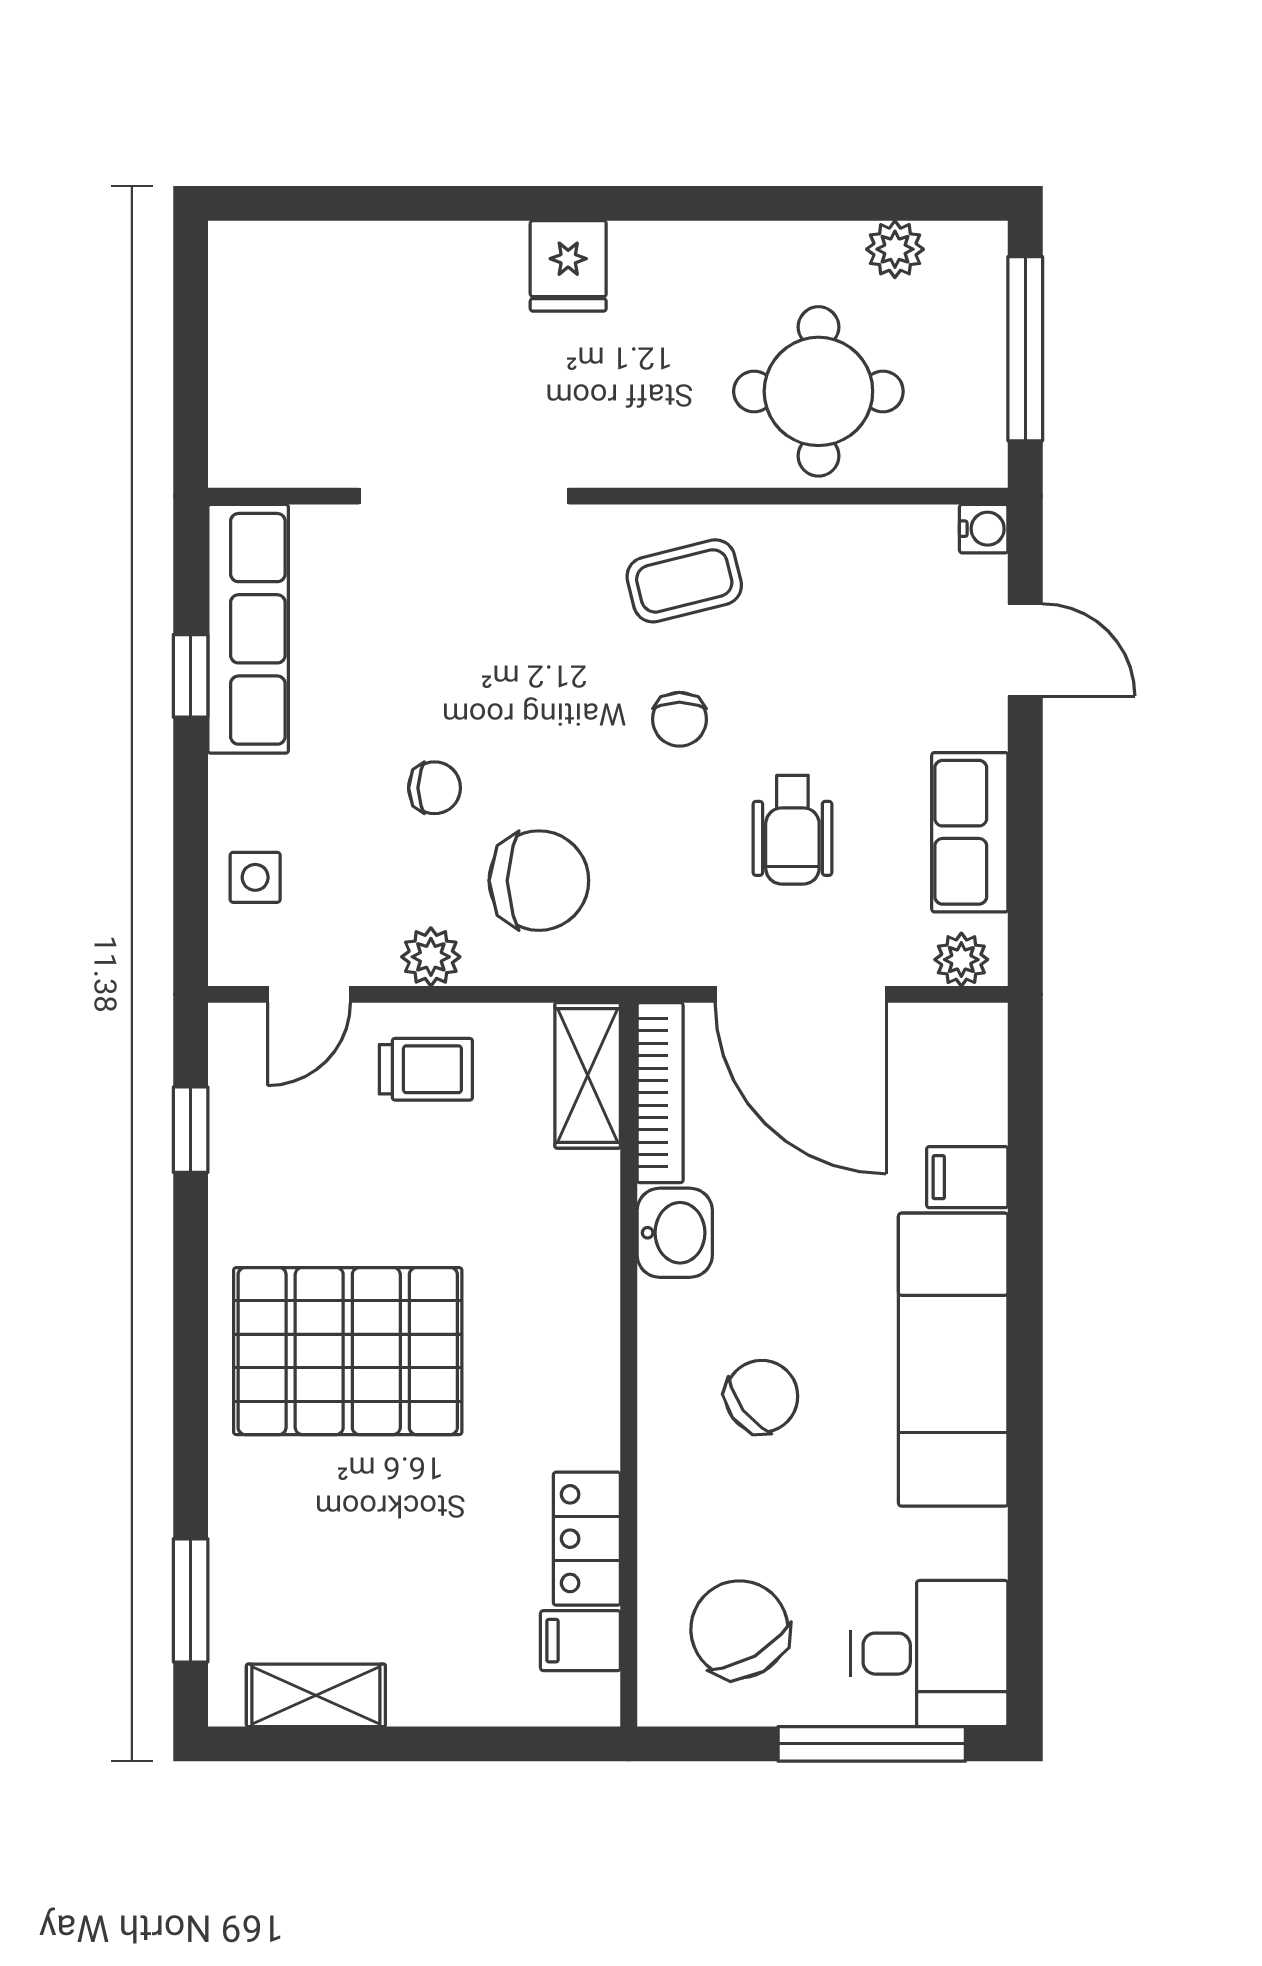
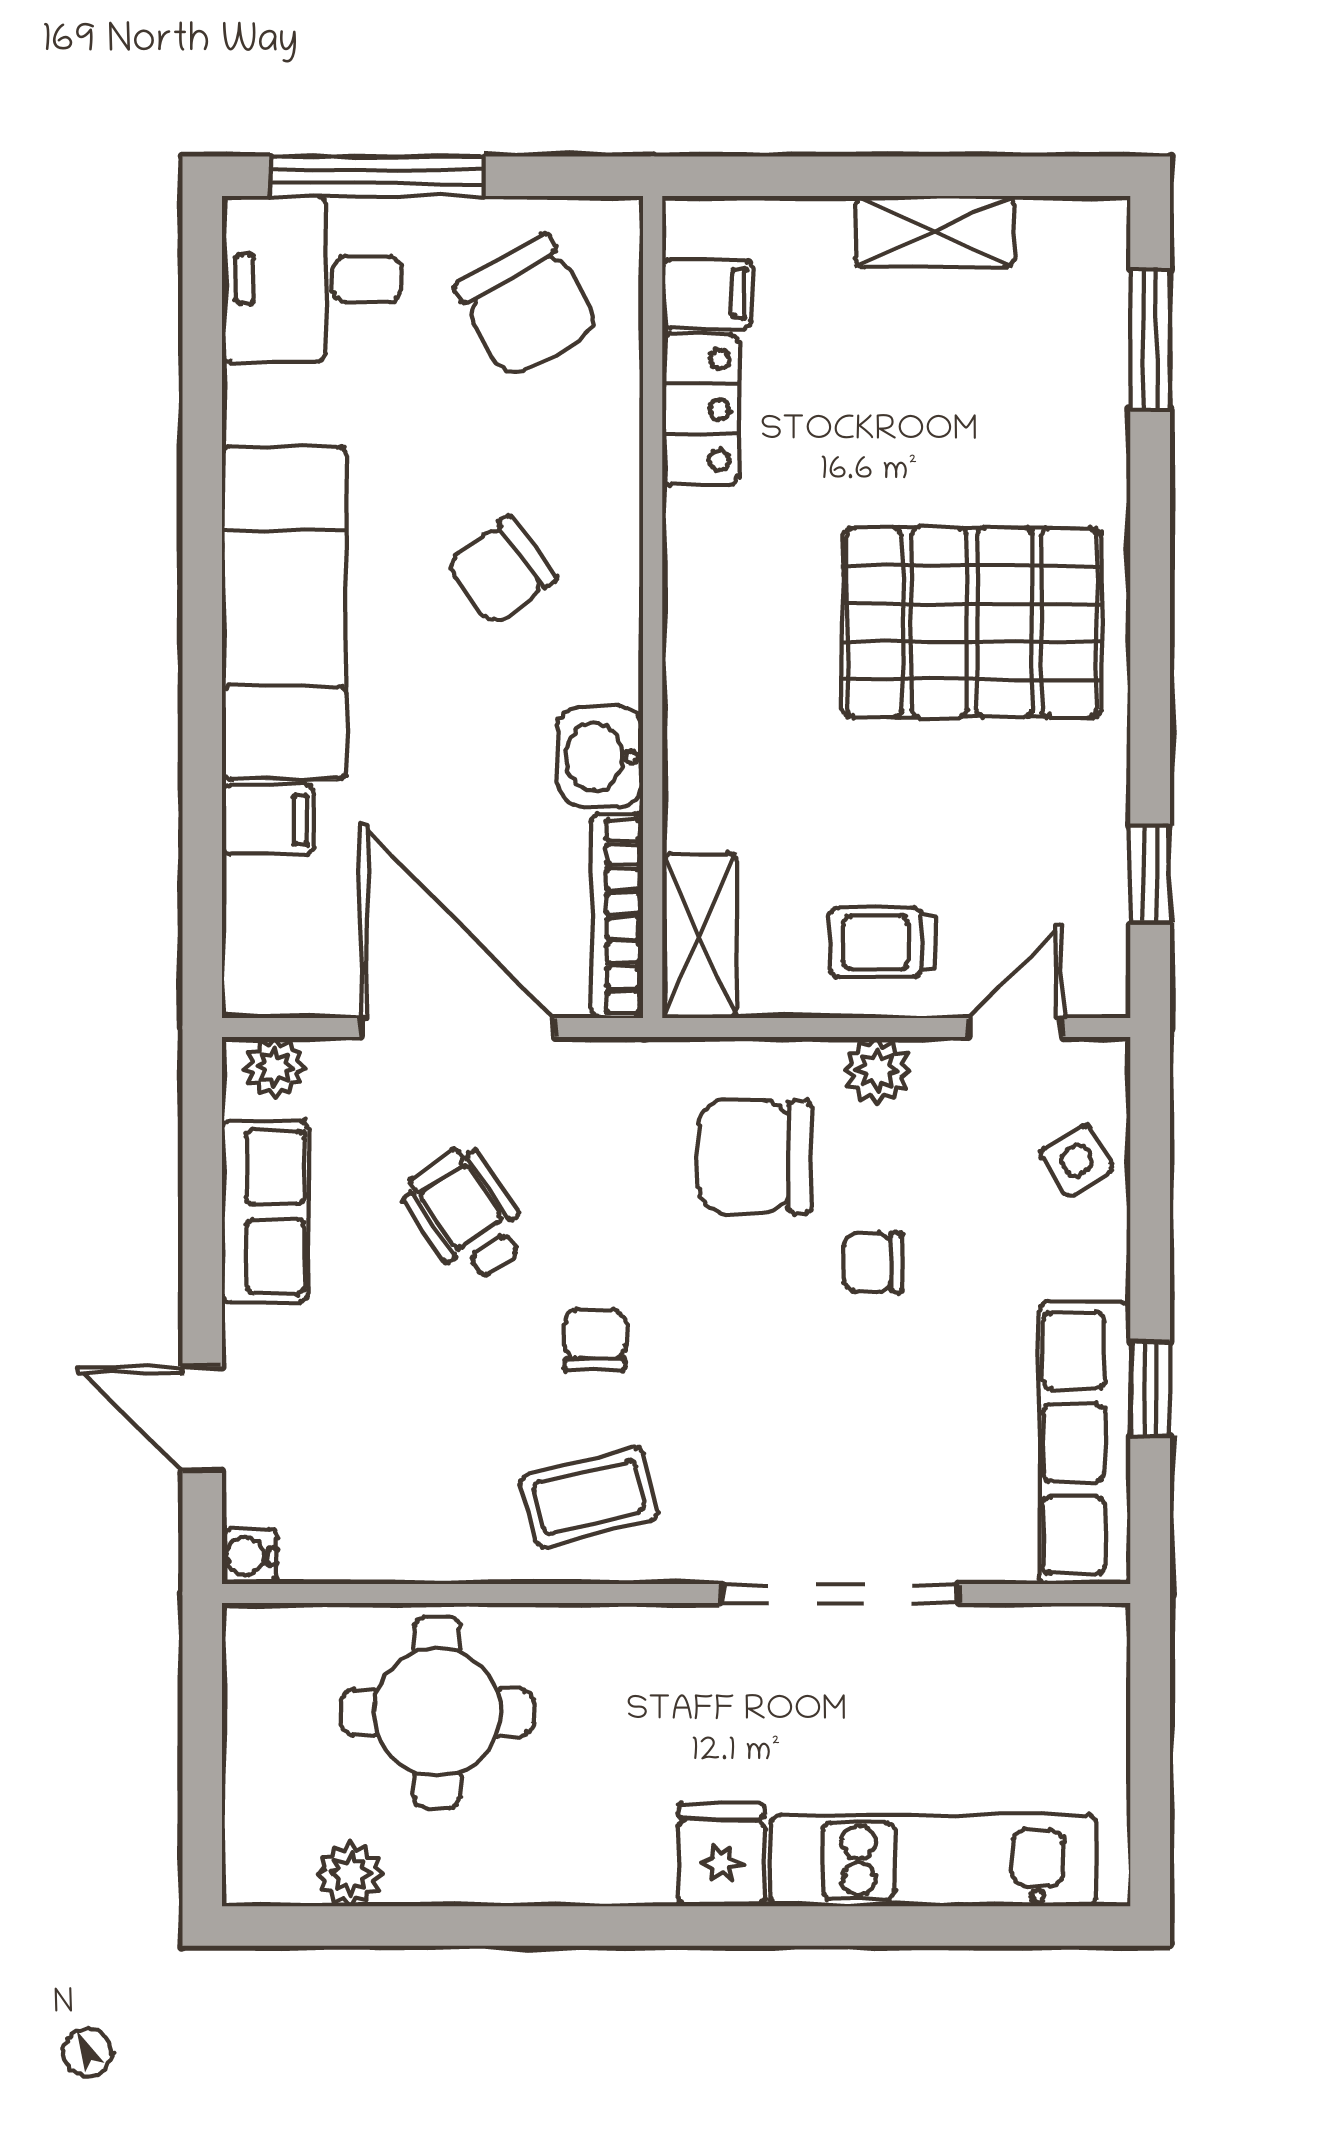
kitchen unit: (381, 261) -> (933, 1860), added
window: (1025, 349) -> (202, 1761), removed
wheelchair: (792, 830) -> (467, 1215), turned -34
side table: (255, 877) -> (1077, 1161), turned -32
shelving: (316, 1695) -> (935, 231), moved

